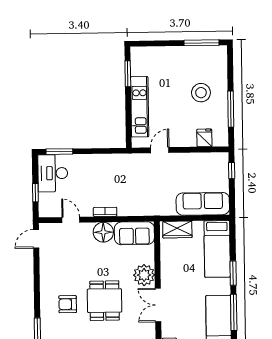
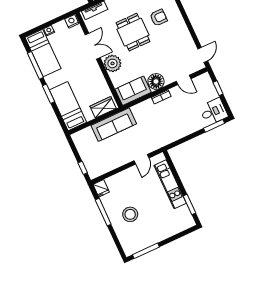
fridge: (204, 138) -> (101, 188), moved
desk: (53, 173) -> (214, 112), width x0.73
sofa: (203, 204) -> (114, 125), moved

